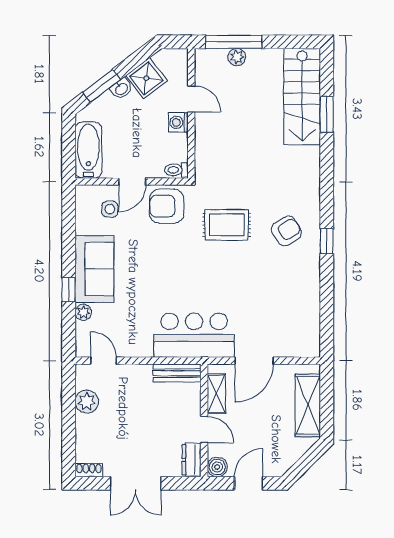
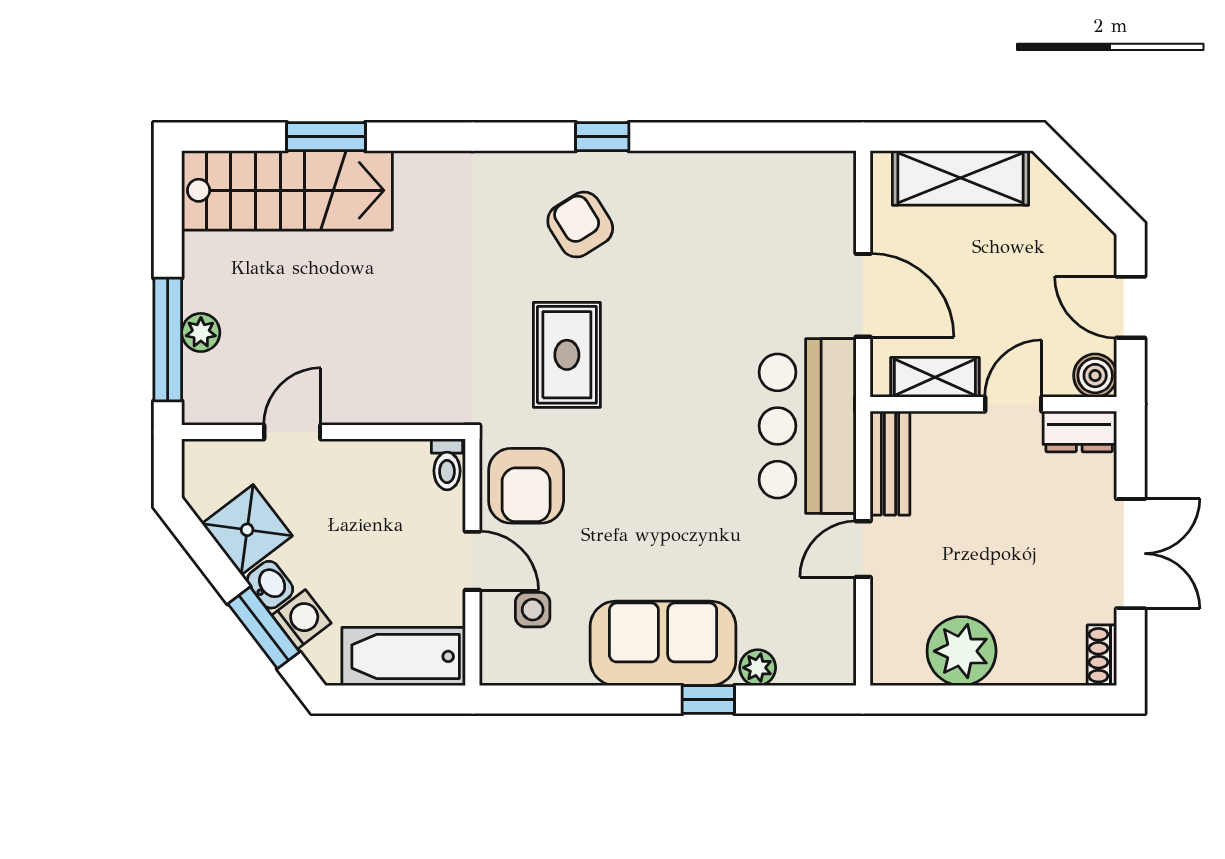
washing machine: (178, 122) -> (301, 619), moved, turned -127
door: (104, 361) -> (863, 549), moved
plant: (87, 402) -> (962, 651), width x1.36, depth x1.36

